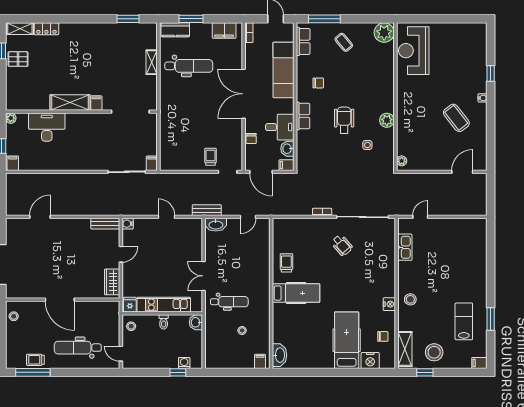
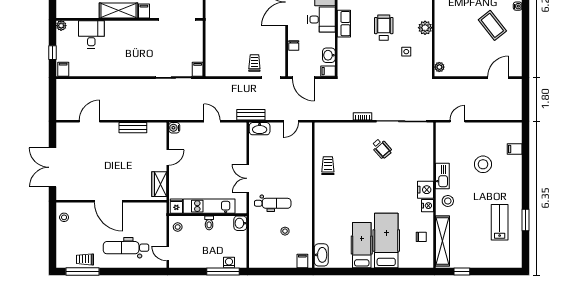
desk: (47, 127) -> (91, 34), width x0.73
desk: (280, 127) -> (321, 20), moved
bench: (105, 224) -> (133, 128), moved
kitchen sink: (405, 247) -> (442, 176), moved
hospital bed: (296, 293) -> (362, 245), moved, turned -90
shelving: (405, 349) -> (443, 241), width x1.47
stool: (434, 352) -> (483, 164), moved
nightstand: (370, 360) -> (425, 190), moved, turned -90
filing cabinet: (479, 363) -> (515, 149), moved
window: (178, 372) -> (223, 272), width x2.17

